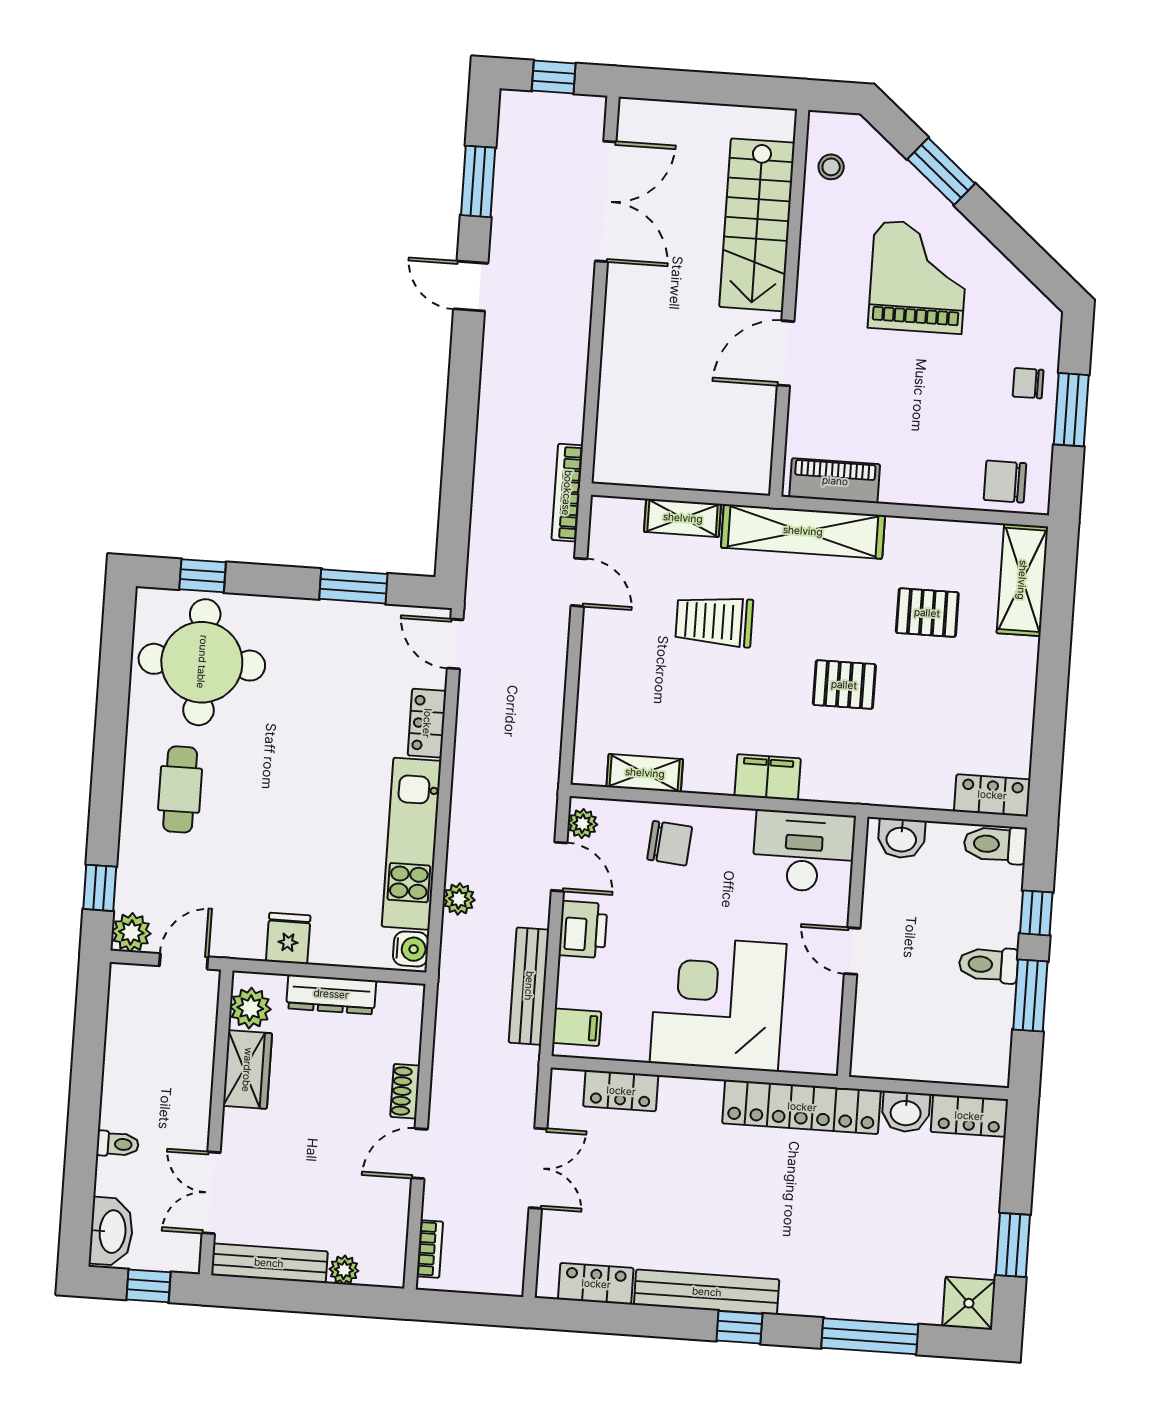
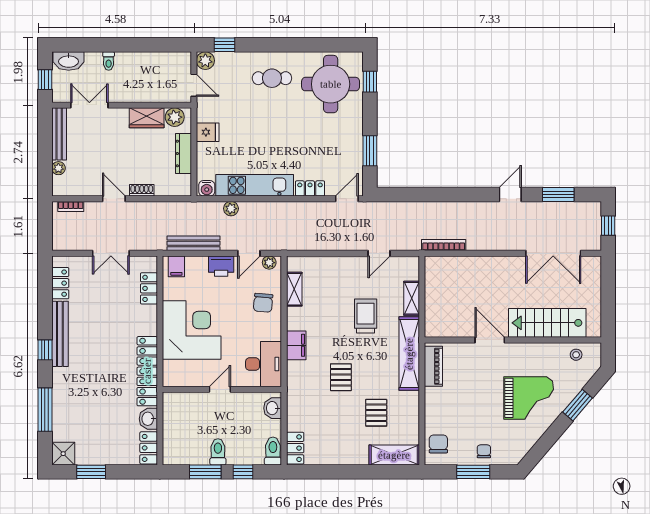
bookcase: (567, 493) -> (444, 245), moved

